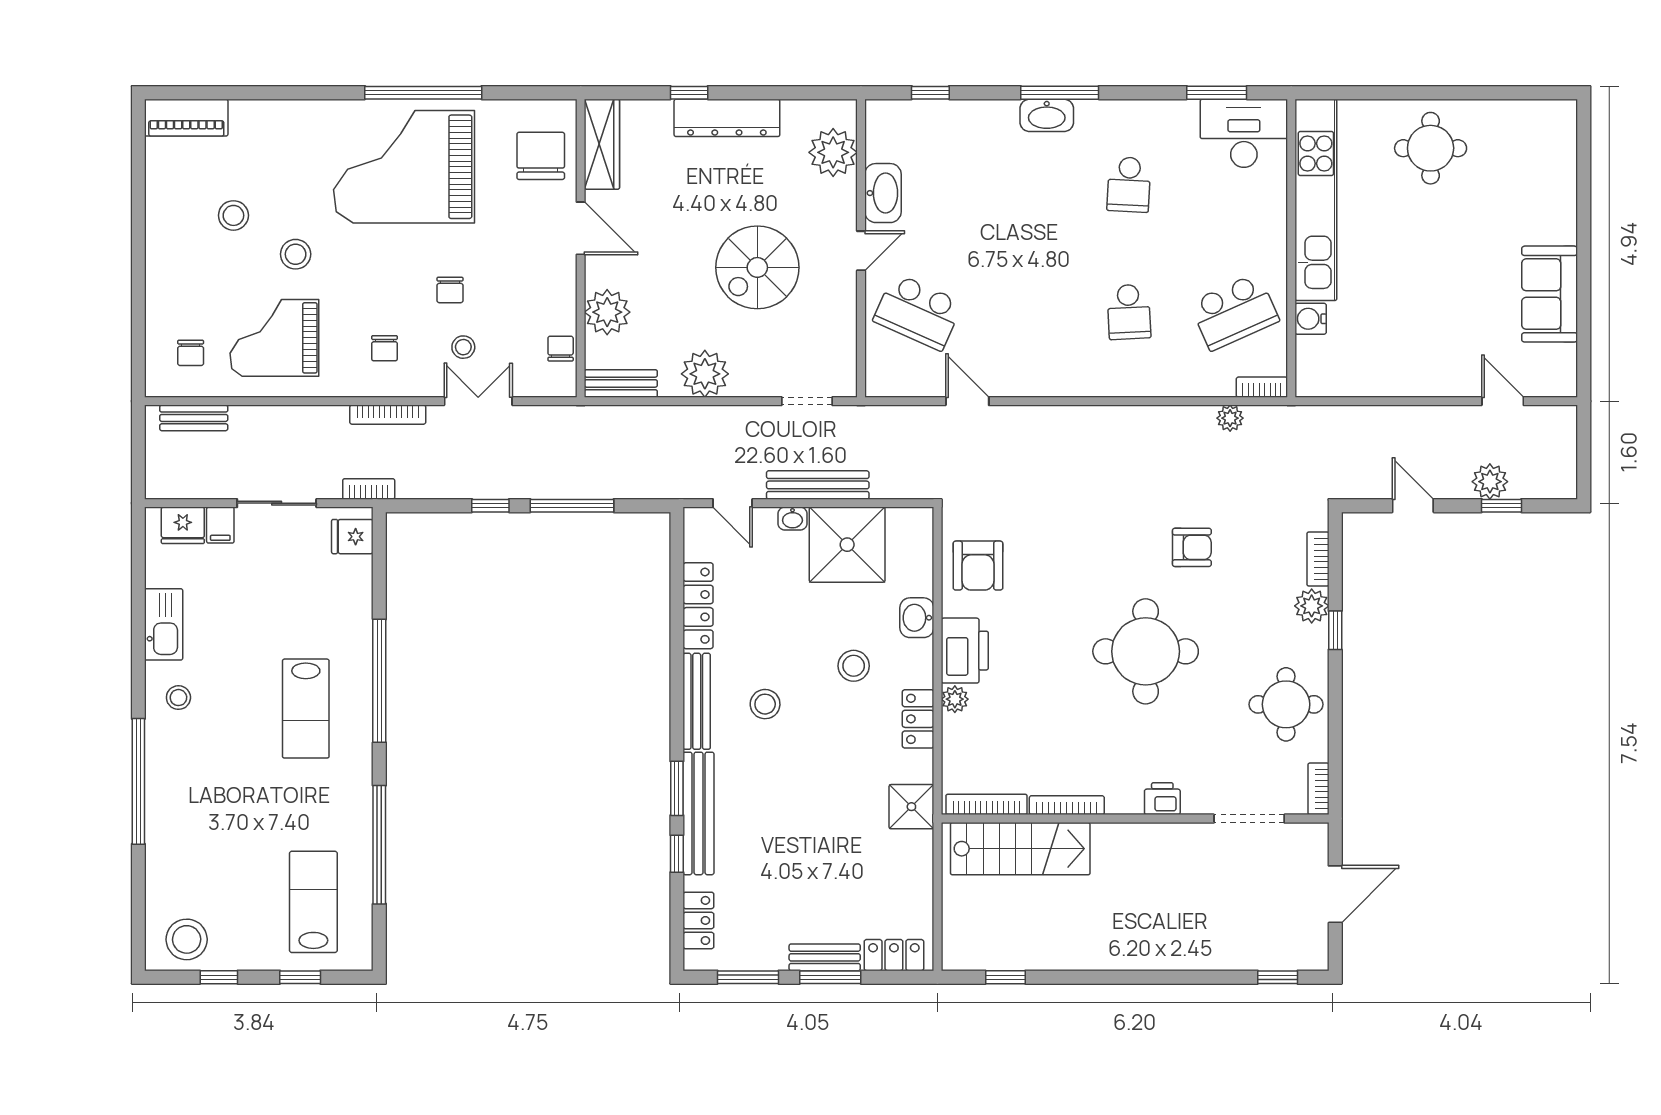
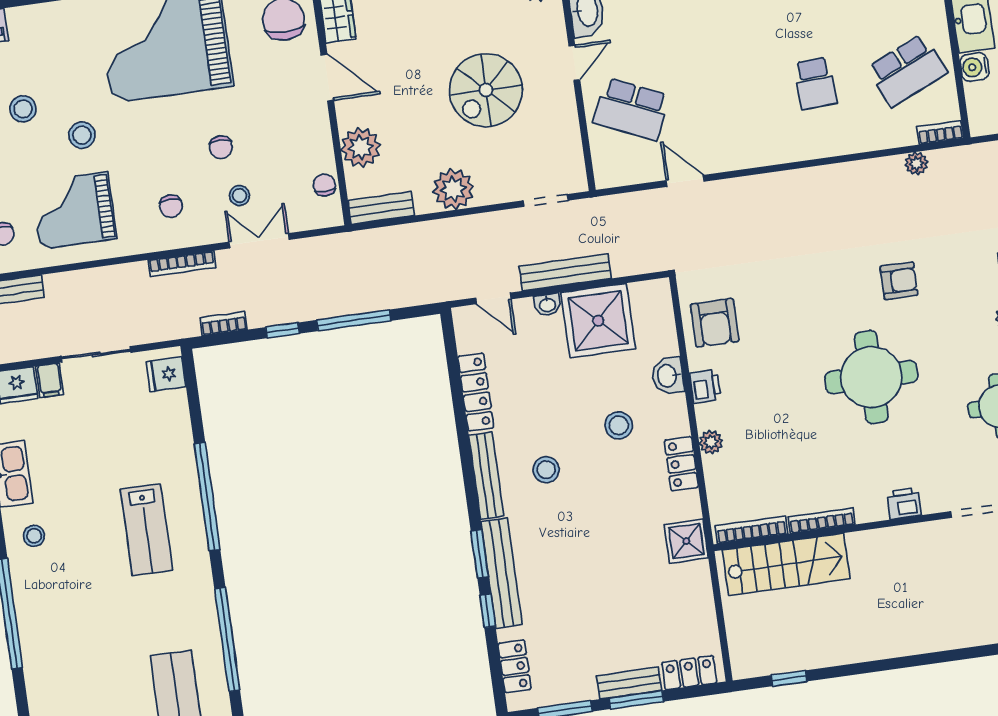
bookcase: (369, 489) -> (224, 324), moved
printer: (965, 651) -> (705, 386), width x0.53, depth x0.68

